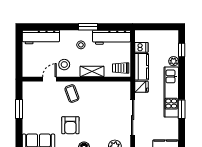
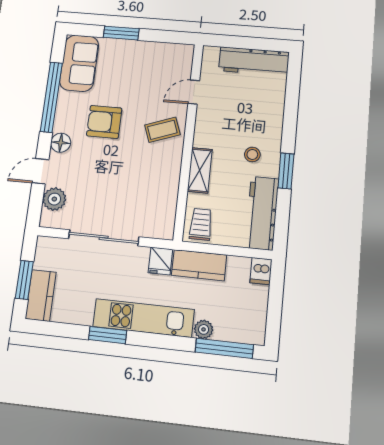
workbench: (41, 37) -> (254, 61), moved, turned -90
dishwasher: (141, 47) -> (261, 271), moved
window: (182, 50) -> (224, 348), width x2.17
stool: (64, 65) -> (218, 121), removed
door: (49, 79) -> (194, 92), swing flipped
window: (19, 109) -> (121, 33), moved

